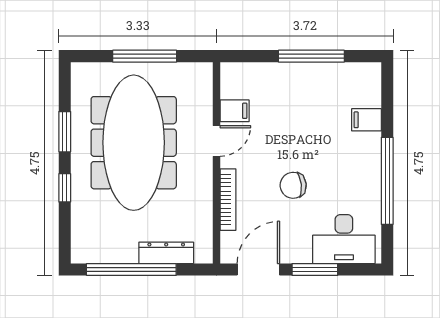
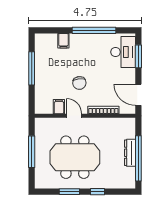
meeting table: (134, 143) -> (75, 157), width x0.73
chair: (293, 185) -> (79, 83), moved
dresser: (166, 253) -> (130, 153), moved
window: (315, 270) -> (138, 56), moved

